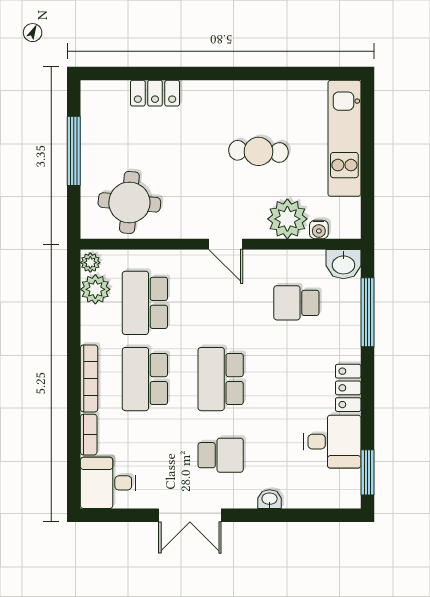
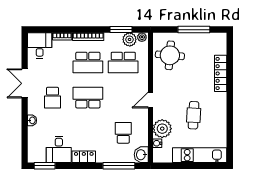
locker: (155, 93) -> (221, 73), width x1.53
school desk: (145, 303) -> (123, 62), turned 180
window: (74, 308) -> (121, 30), added
school desk: (145, 379) -> (88, 62), turned 180

